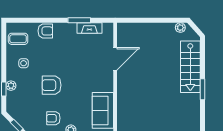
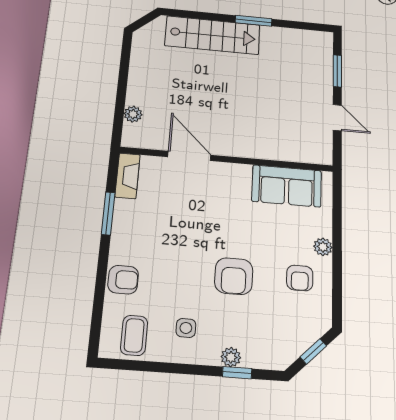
fireplace: (89, 28) -> (128, 176), moved
plant: (180, 28) -> (133, 114), moved
armchair: (45, 31) -> (123, 280), turned 90

